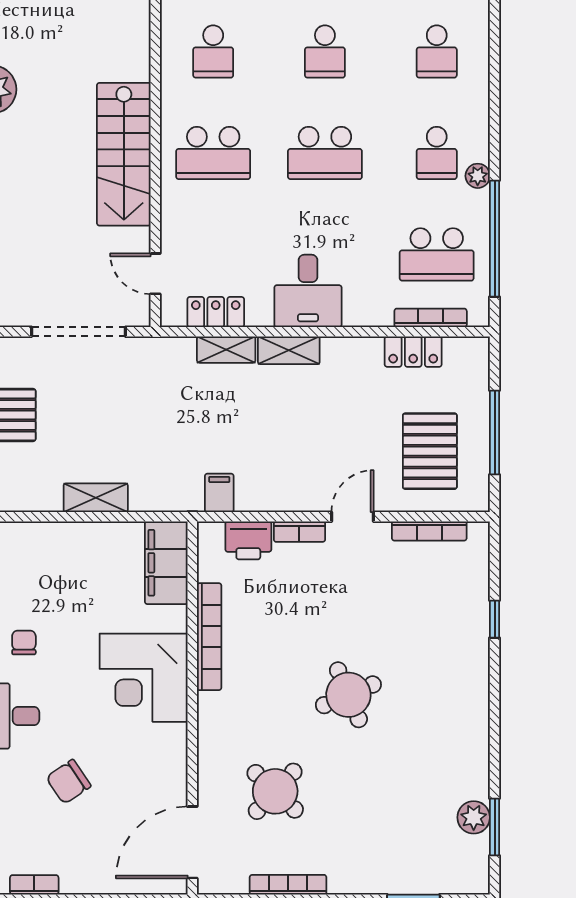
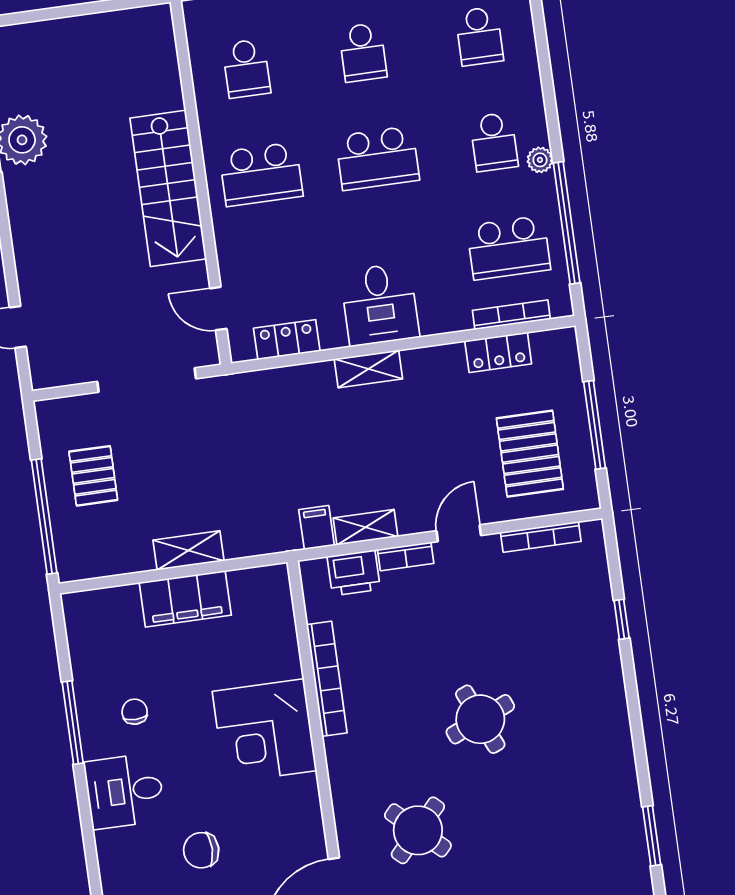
shelving: (226, 350) -> (366, 527), moved
filing cabinet: (166, 563) -> (185, 599), moved, turned -90
chair: (68, 782) -> (201, 850), turned 34
plant: (474, 817) -> (628, 829), removed

